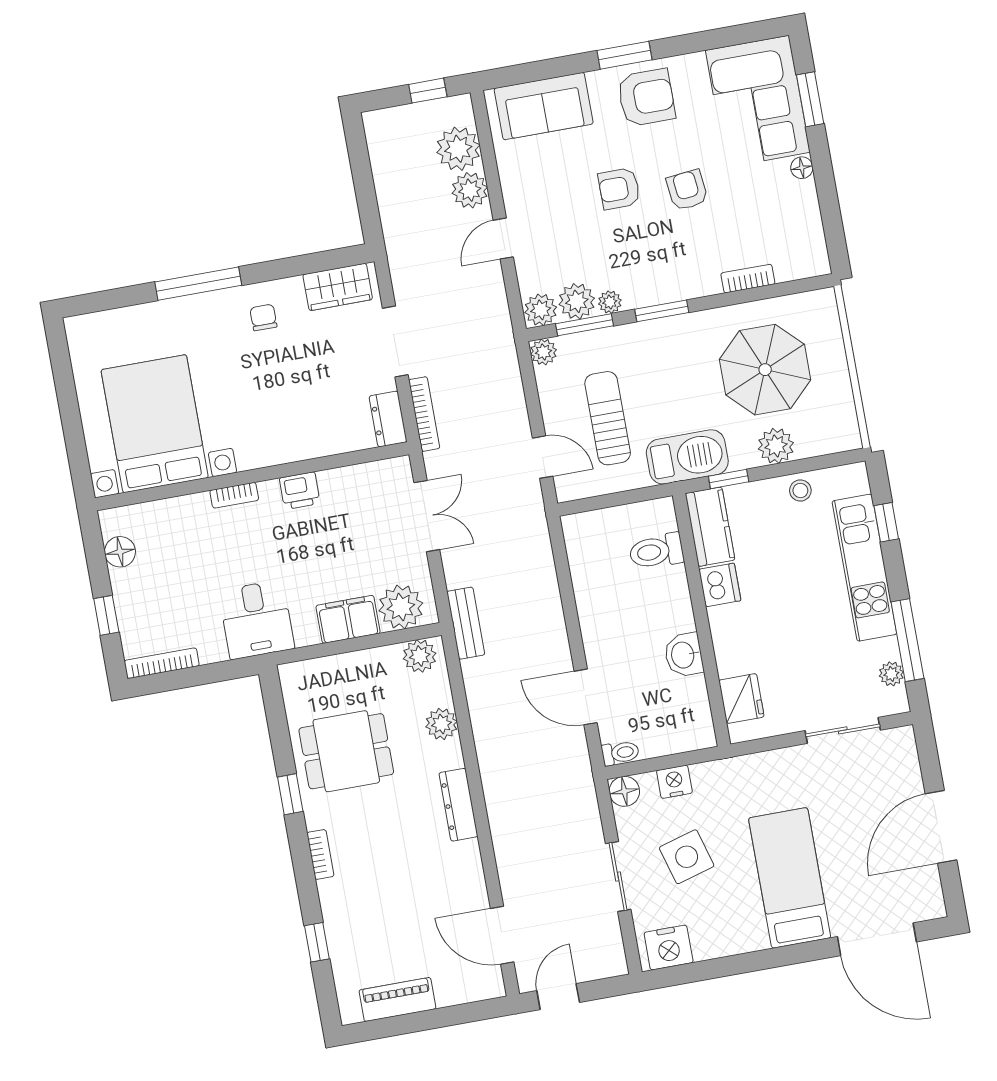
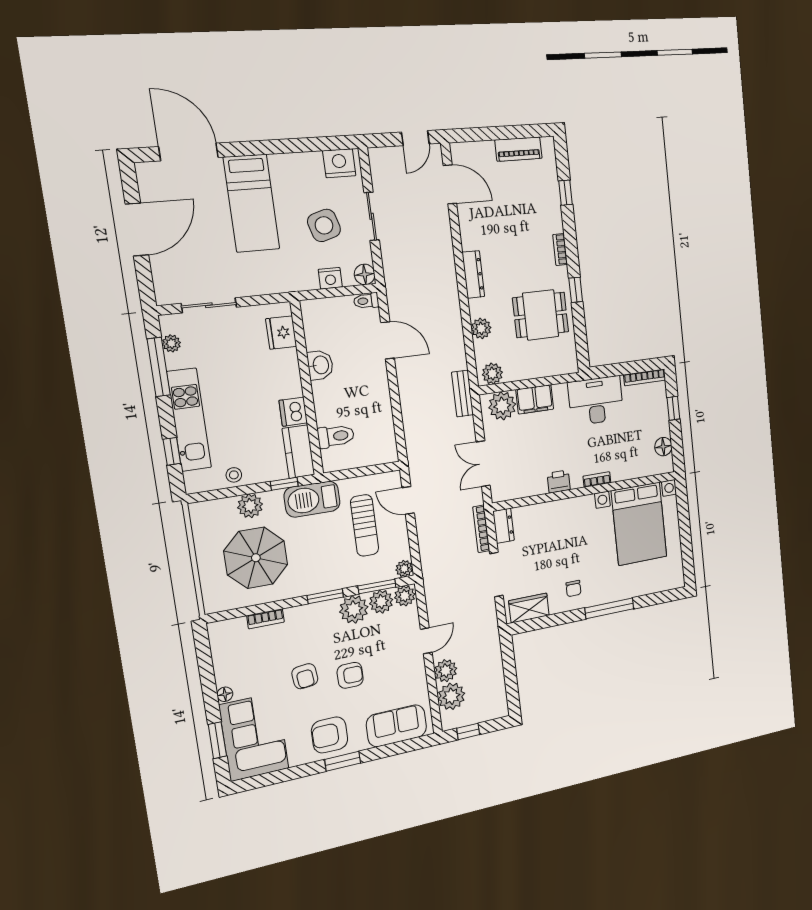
plant: (610, 302) -> (354, 609), width x1.88, depth x1.88
desk: (256, 620) -> (596, 401), width x1.37

